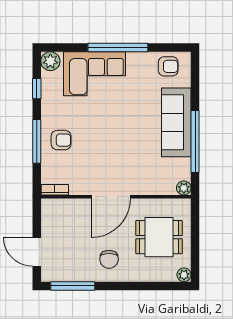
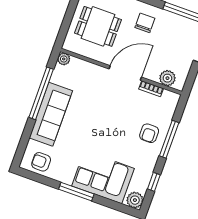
window: (118, 48) -> (76, 192), width x0.68
armchair: (61, 140) -> (149, 133), turned -90
bookcase: (55, 190) -> (151, 89), moved
plant: (63, 208) -> (167, 78), added

